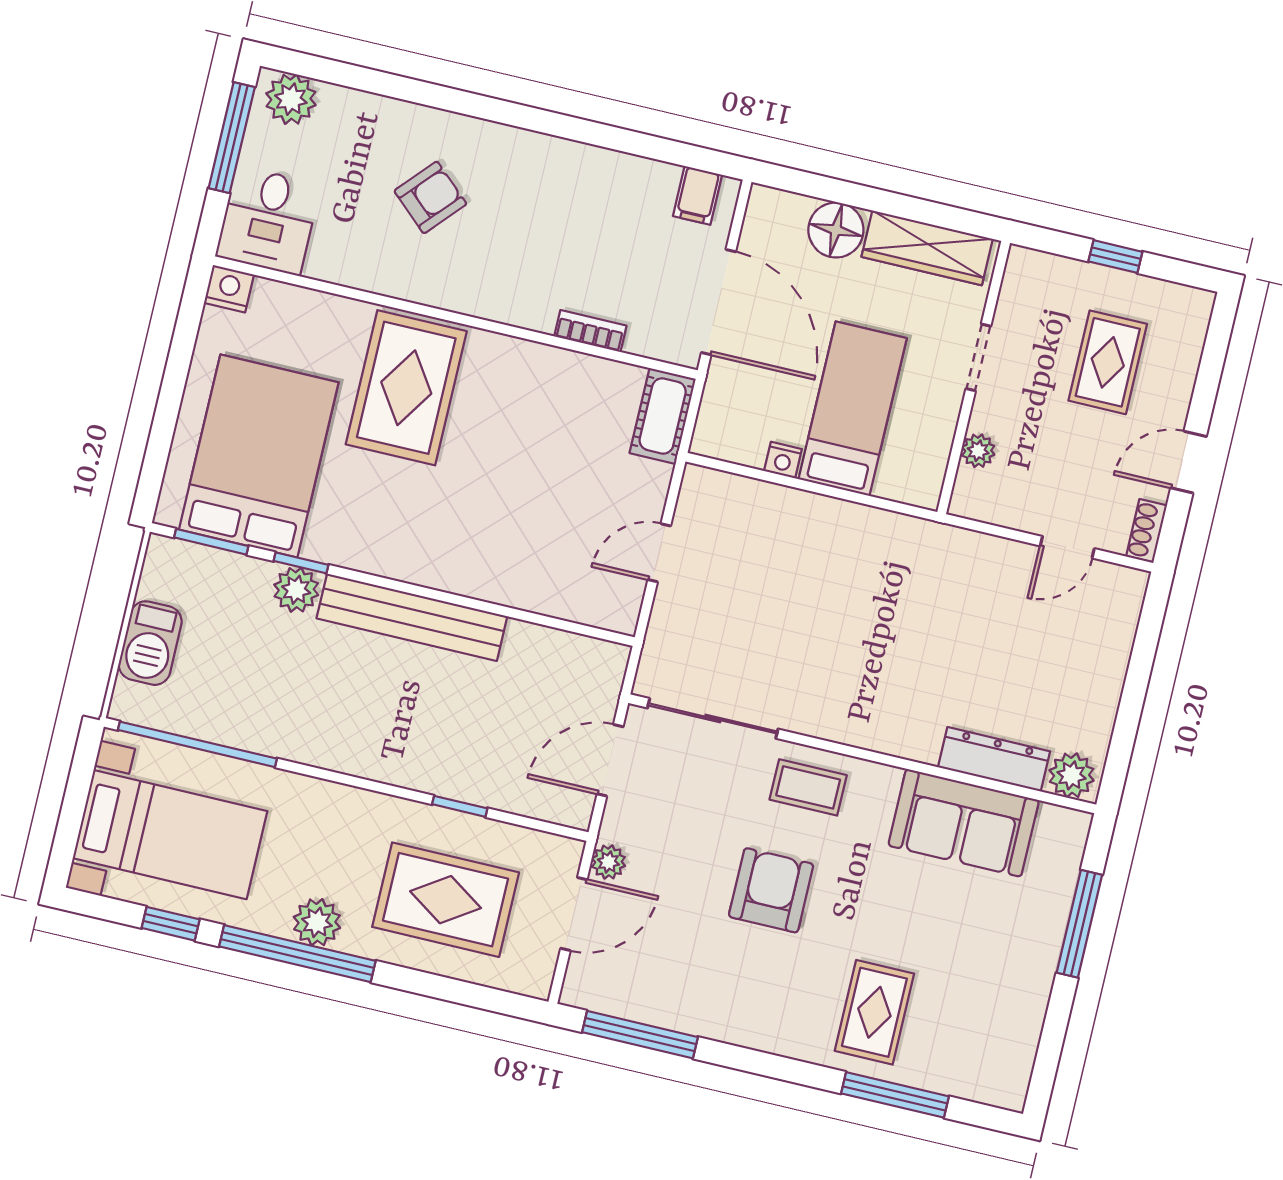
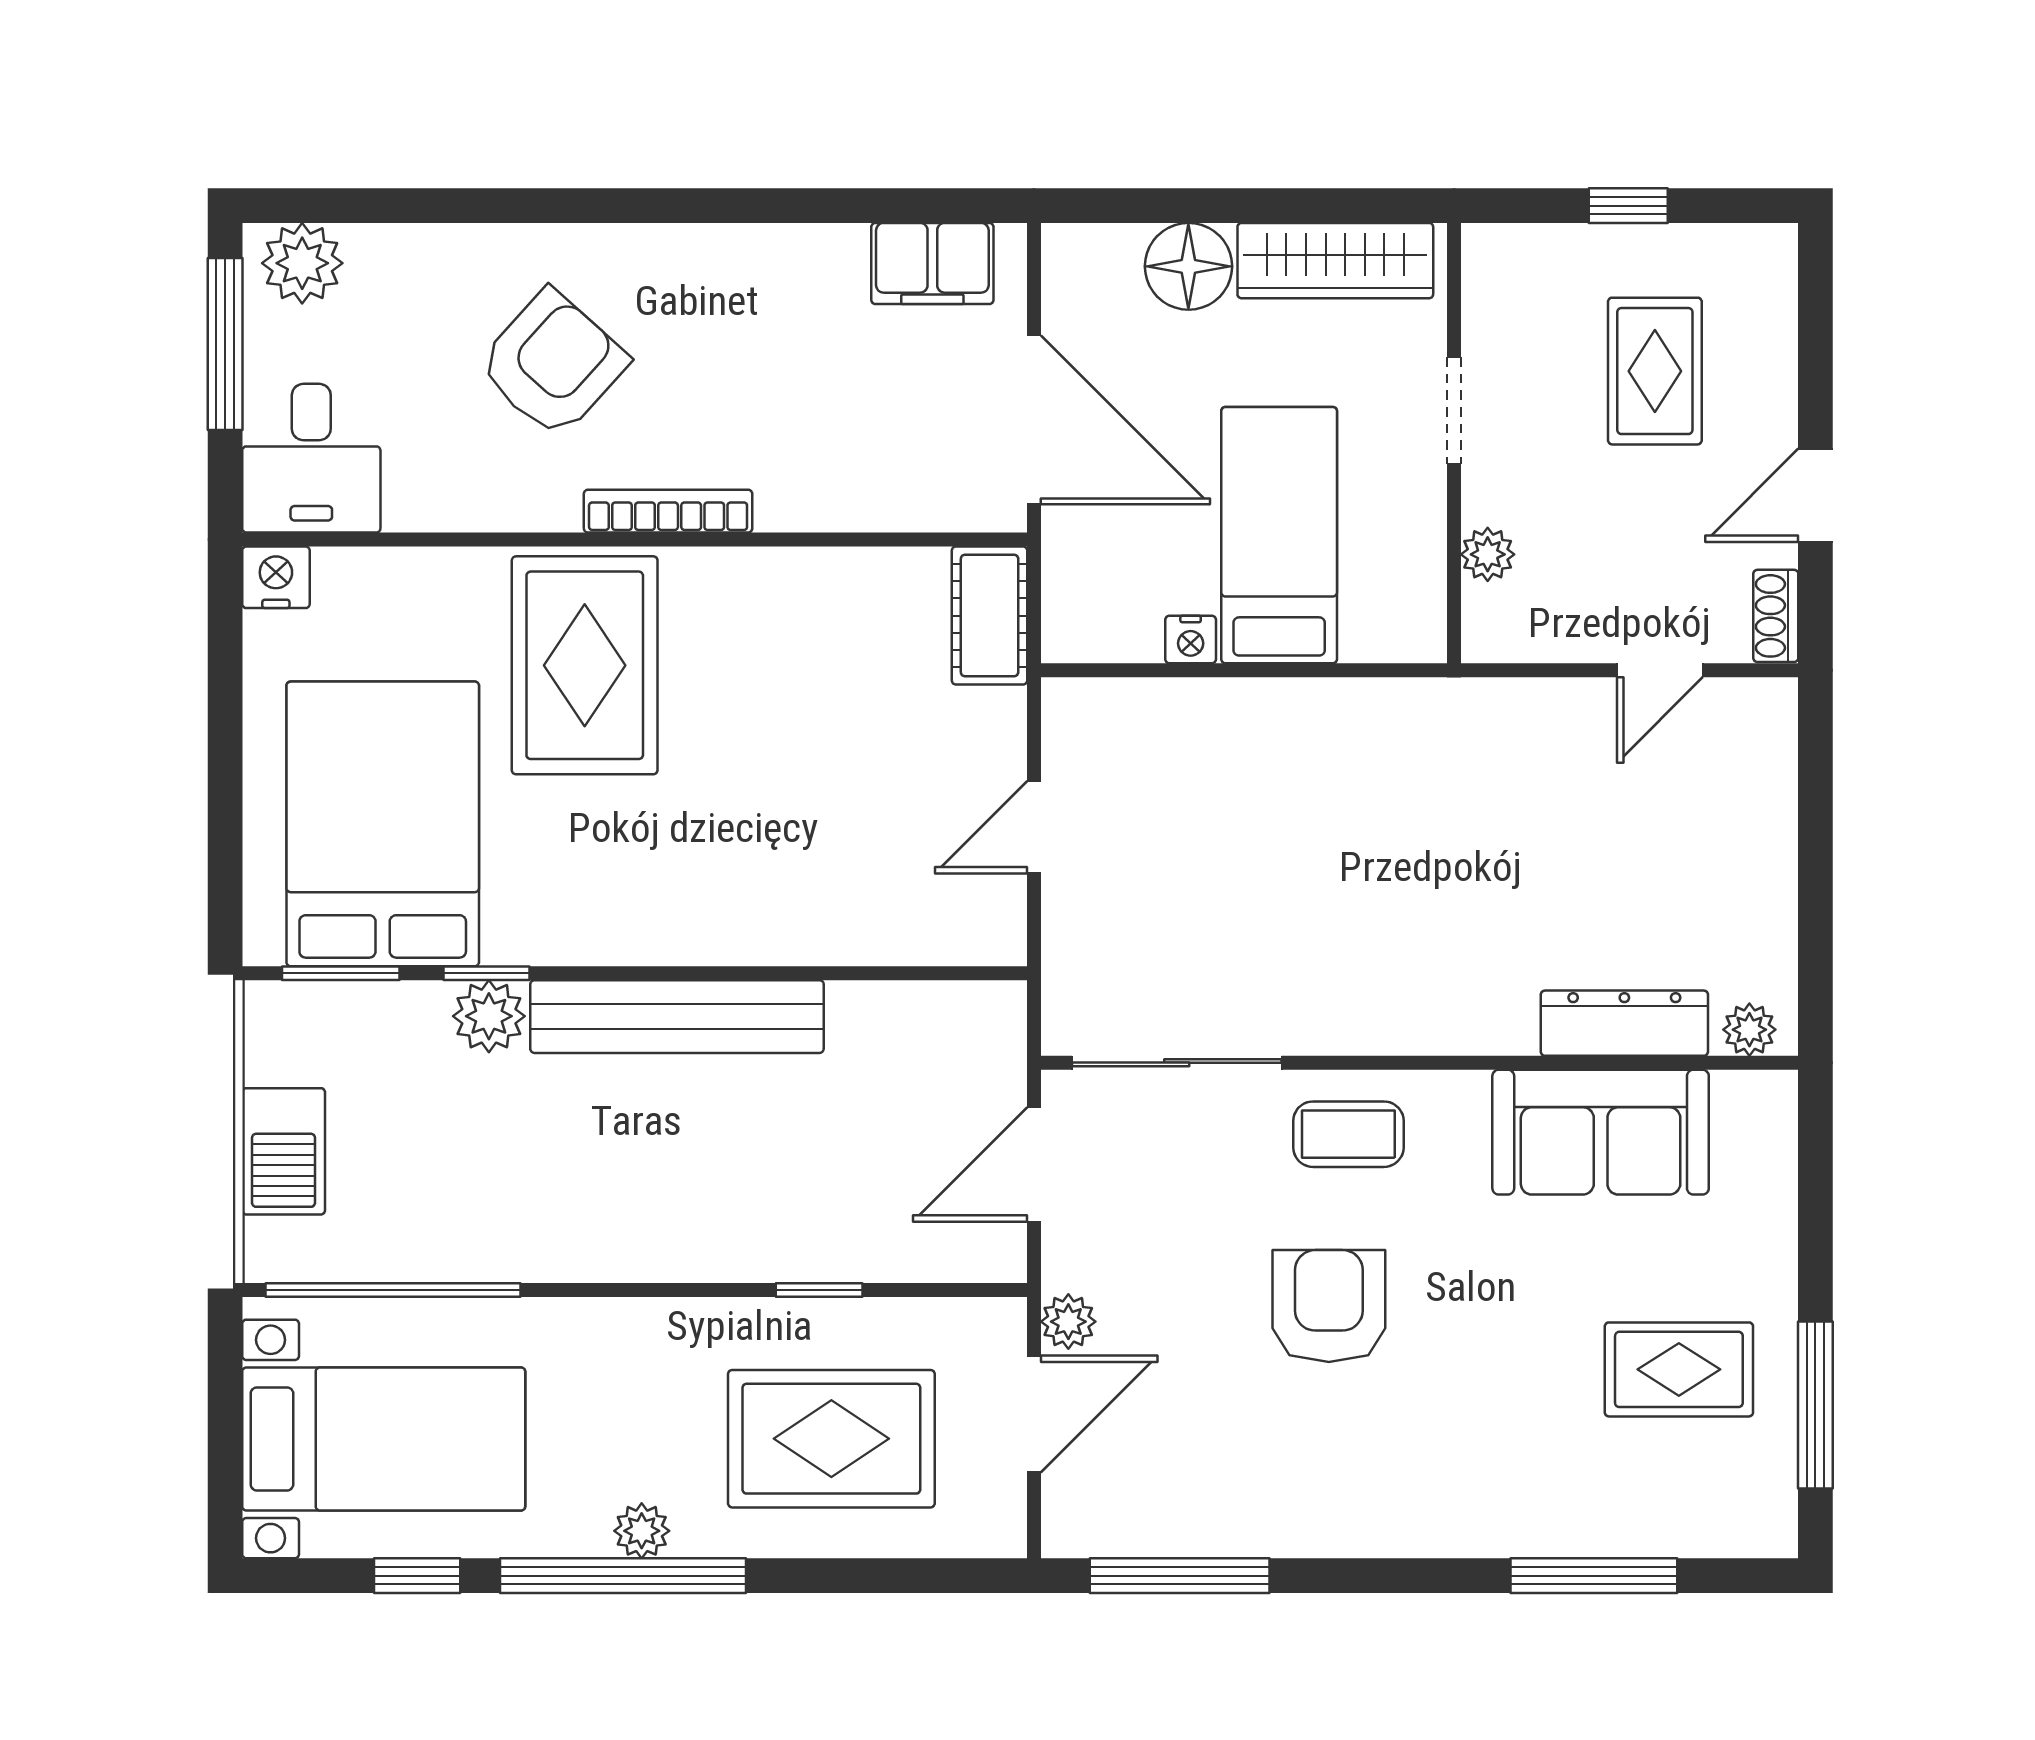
filing cabinet: (697, 195) -> (932, 263), width x2.00
armchair: (430, 197) -> (553, 364), width x1.38, depth x1.38
bookcase: (590, 331) -> (668, 511), moved, width x1.56
plant: (1072, 775) -> (1749, 1030), width x0.73, depth x0.73
plant: (317, 922) -> (642, 1531), width x0.73, depth x0.73
window: (1079, 924) -> (1815, 1405), moved
rug: (874, 1012) -> (1679, 1369), moved, turned 90

